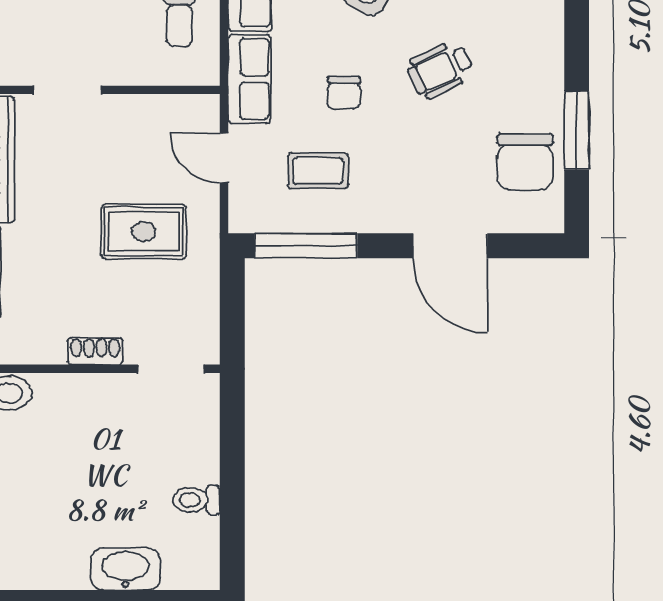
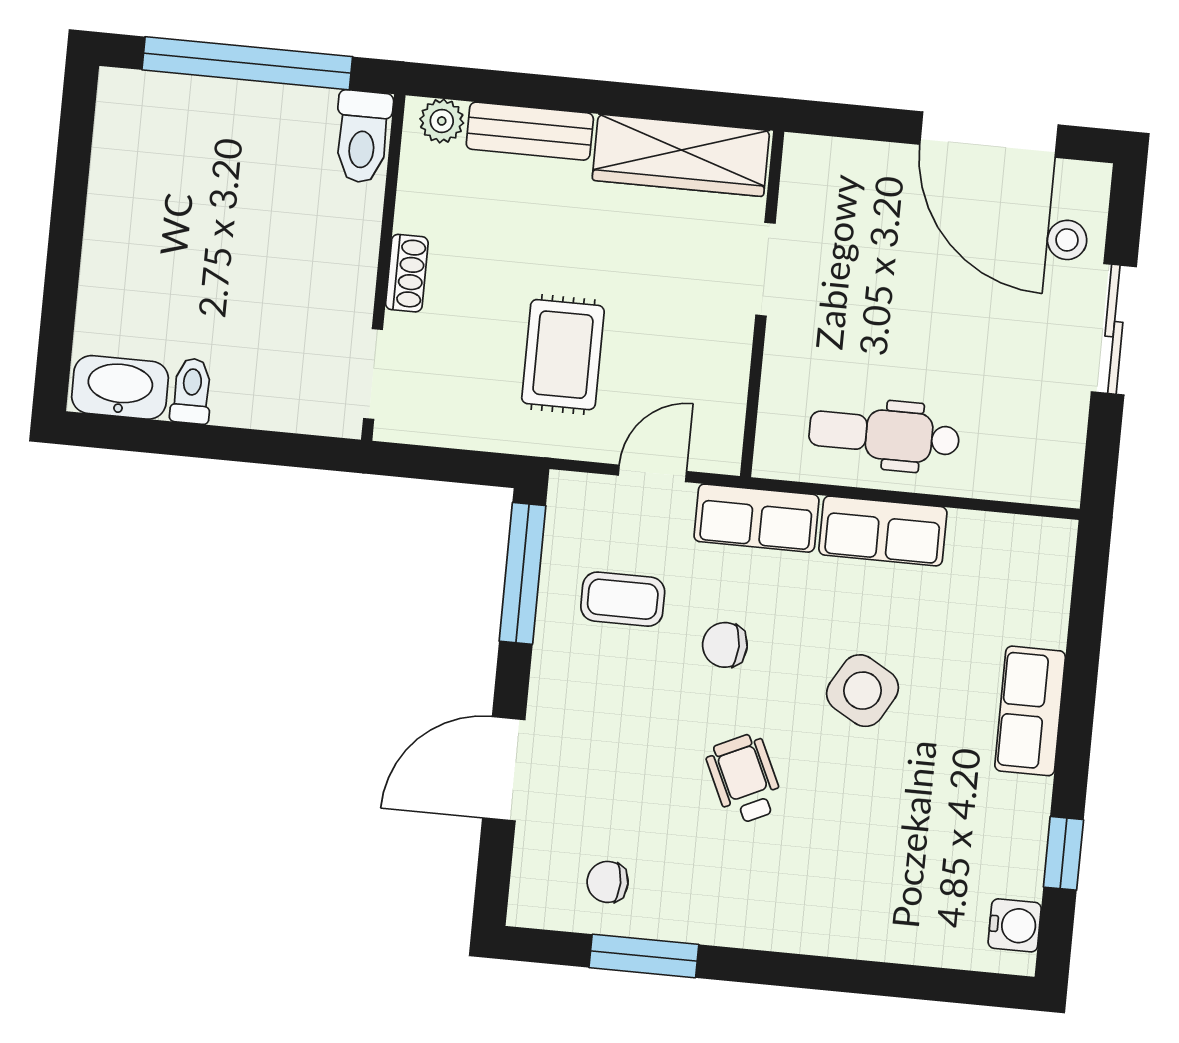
chair: (525, 162) -> (608, 882), width x0.54, depth x0.54
coffee table: (318, 171) -> (623, 599), turned 90
washbasin: (126, 569) -> (120, 387), moved, turned -90

